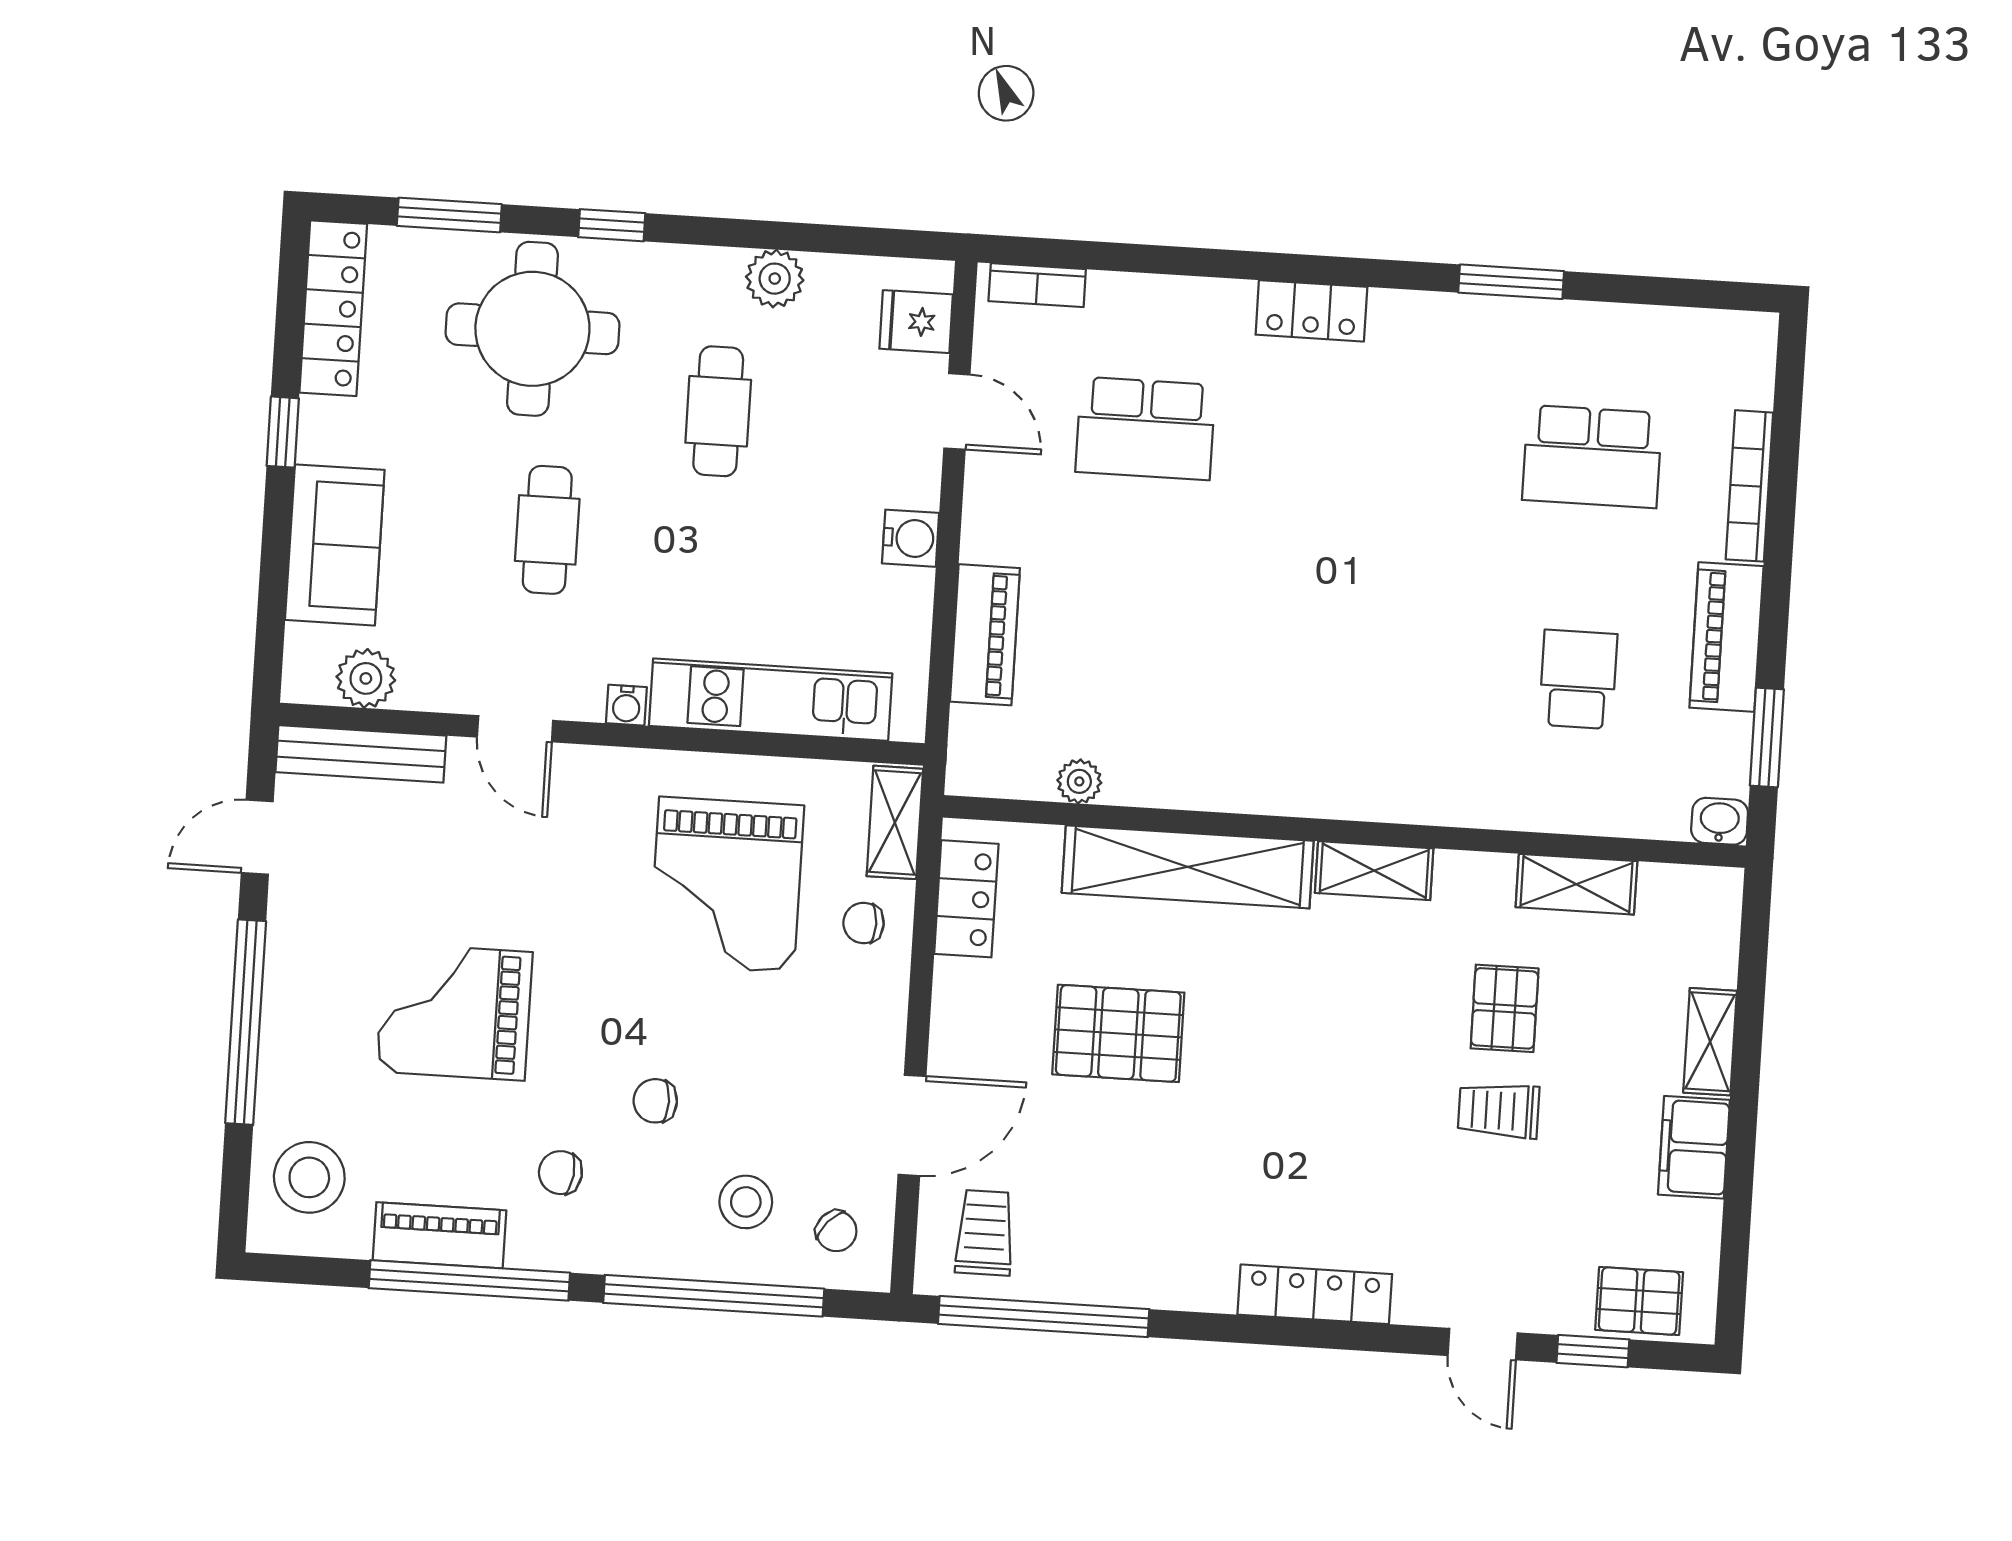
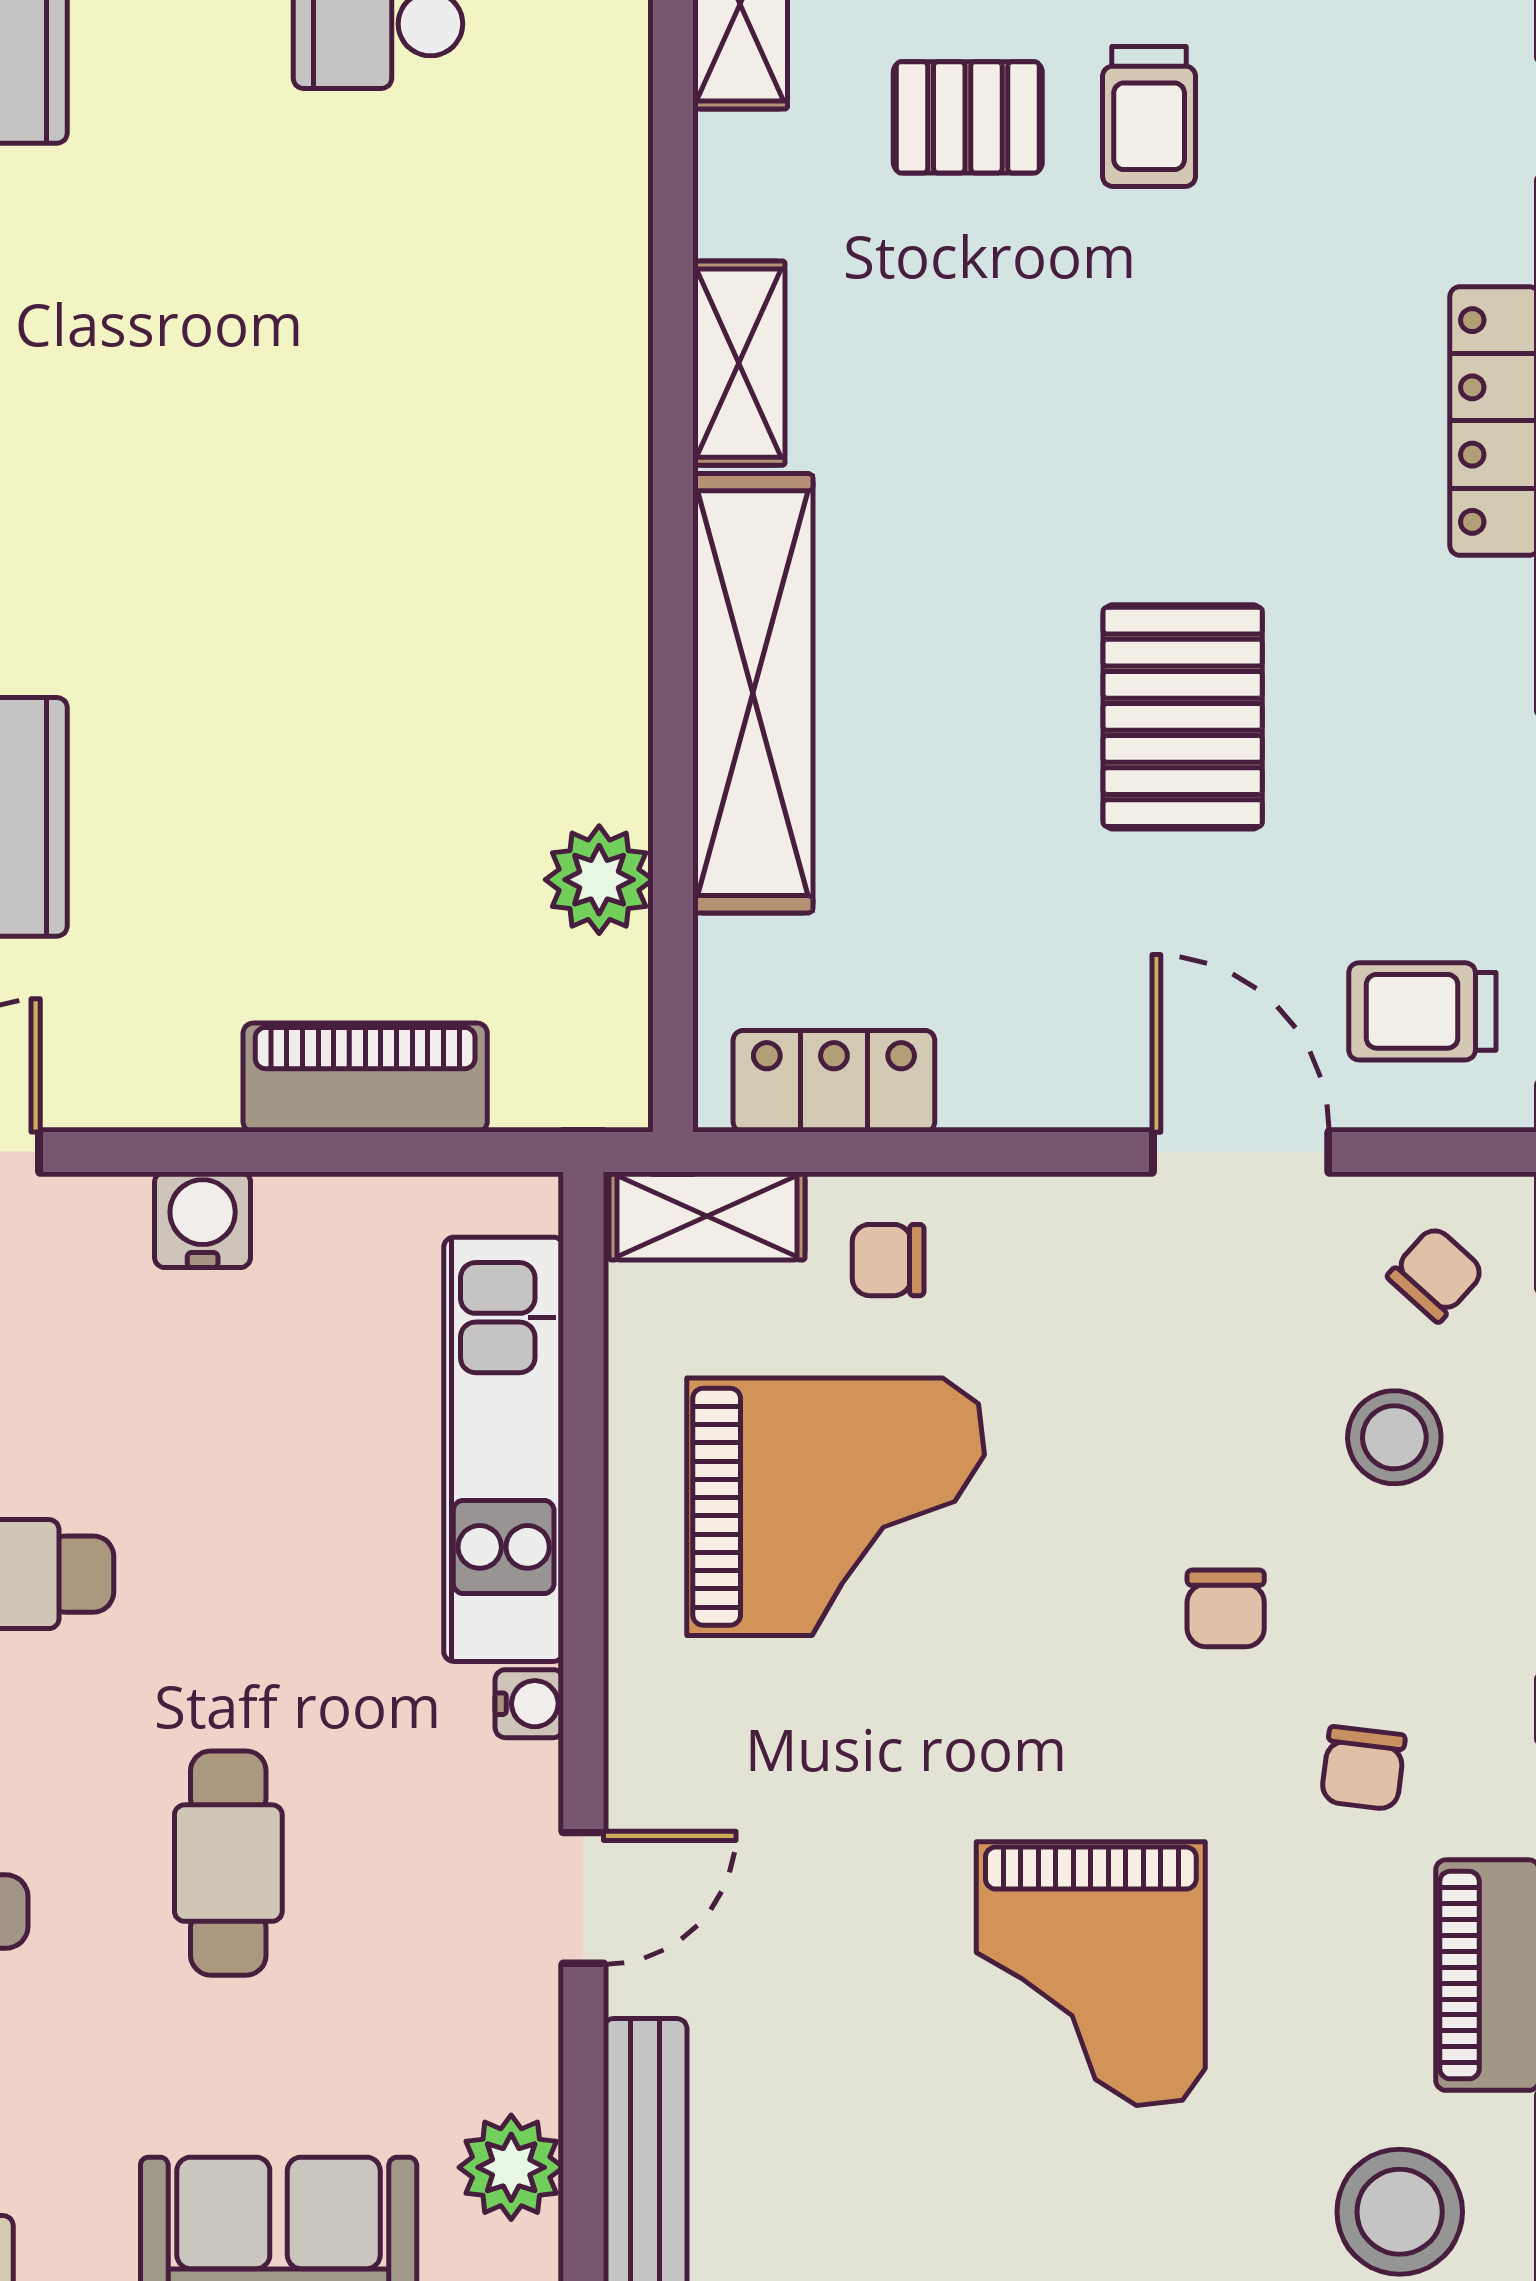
cafe table: (547, 530) -> (228, 1863), turned 90
plant: (1079, 781) -> (599, 880), width x1.38, depth x1.38
chair: (864, 923) -> (888, 1260), turned 90
pallet: (1118, 1033) -> (1183, 717), moved

